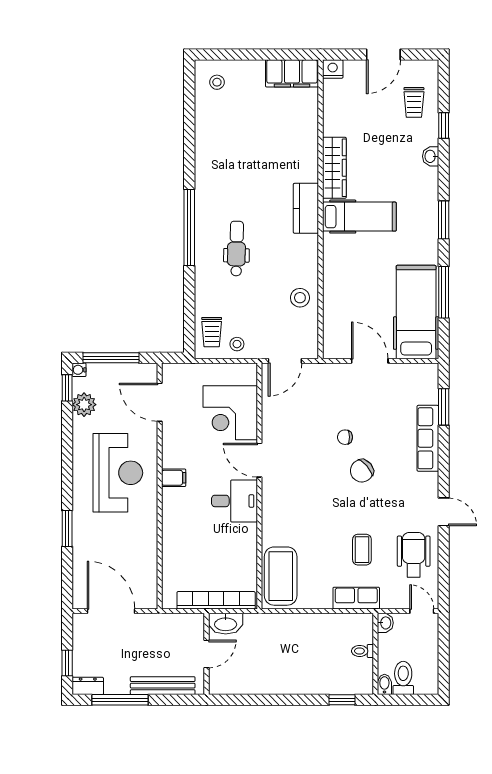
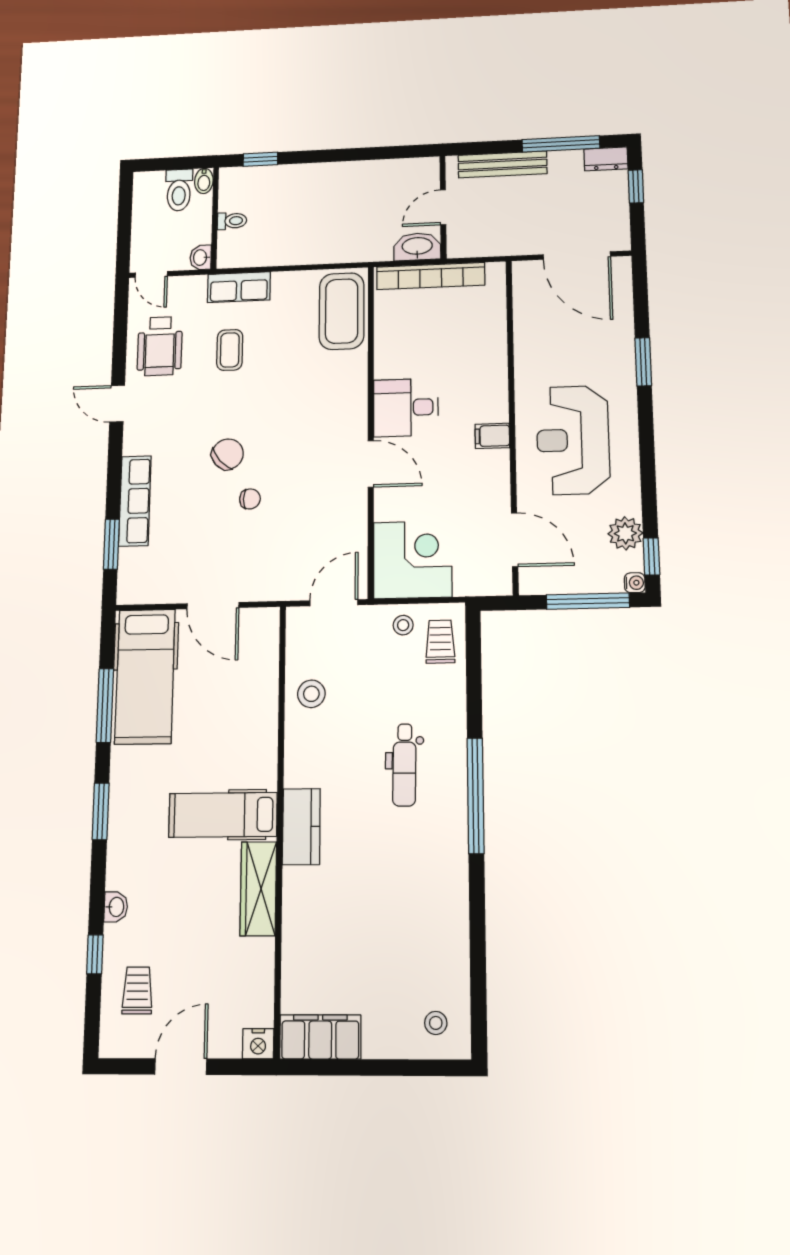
corner desk: (230, 413) -> (413, 560), moved

